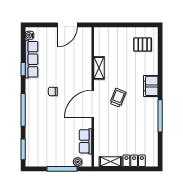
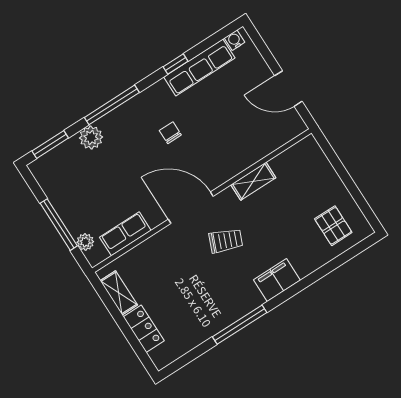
plant: (32, 129) -> (91, 138), added

